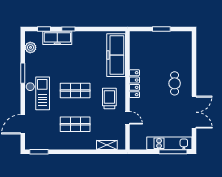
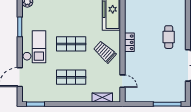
locker: (134, 84) -> (129, 42), width x0.66
trolley: (109, 99) -> (105, 52), turned -48
door: (127, 118) -> (122, 81), moved
kitchen unit: (169, 143) -> (164, 96), removed

